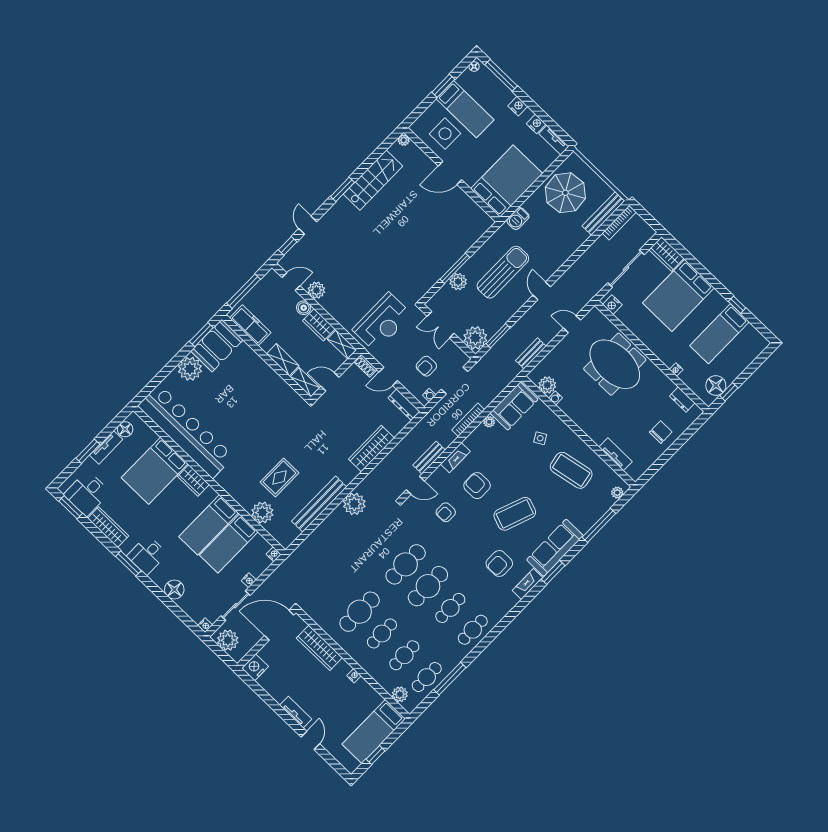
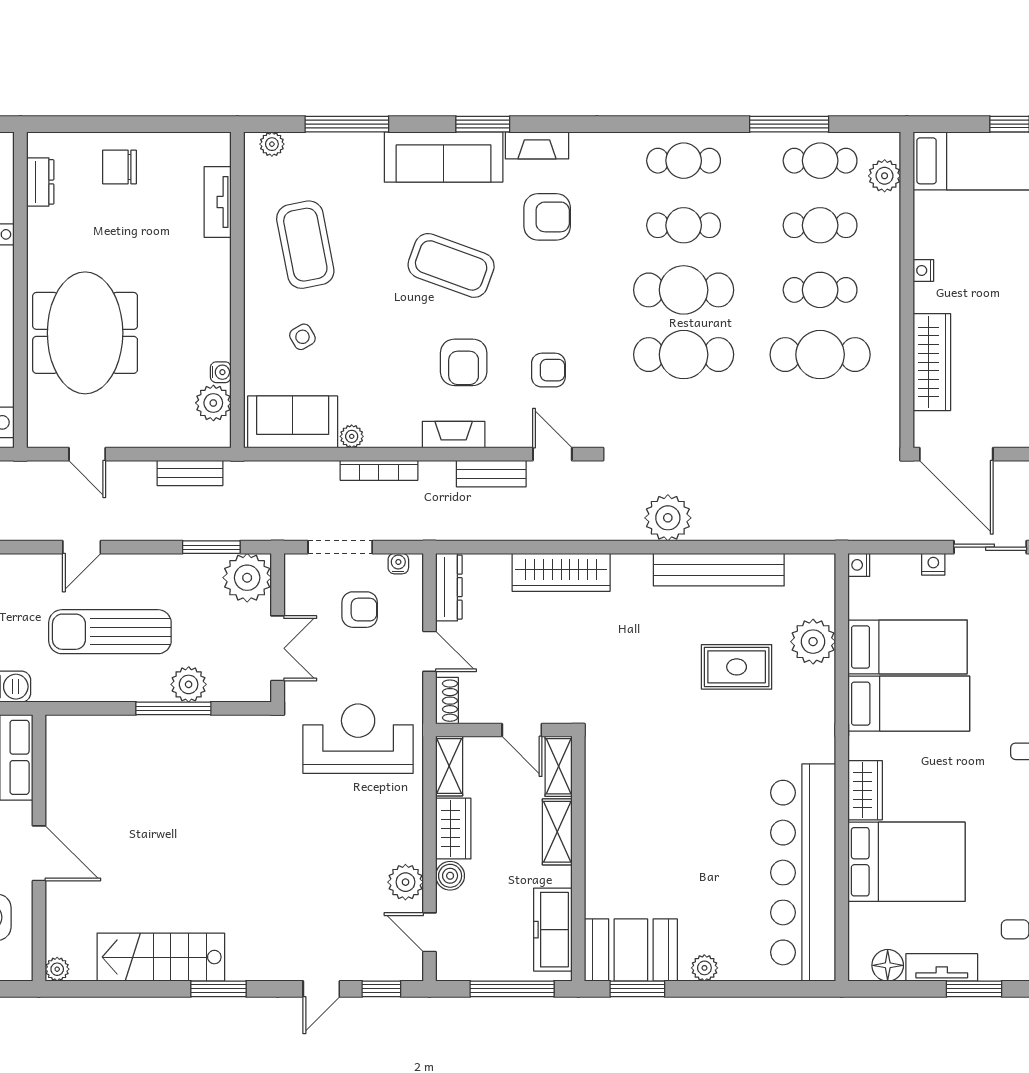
plant: (190, 369) -> (704, 968), width x0.53, depth x0.53

